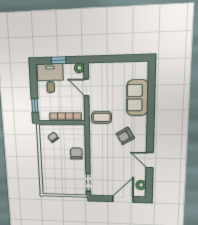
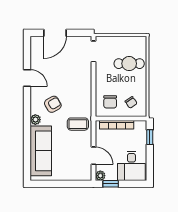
window: (59, 60) -> (111, 184), moved
sofa: (137, 98) -> (41, 151), width x1.36
chair: (76, 153) -> (110, 102), moved
cafe table: (56, 171) -> (129, 64), added
plant: (141, 185) -> (35, 120), moved

